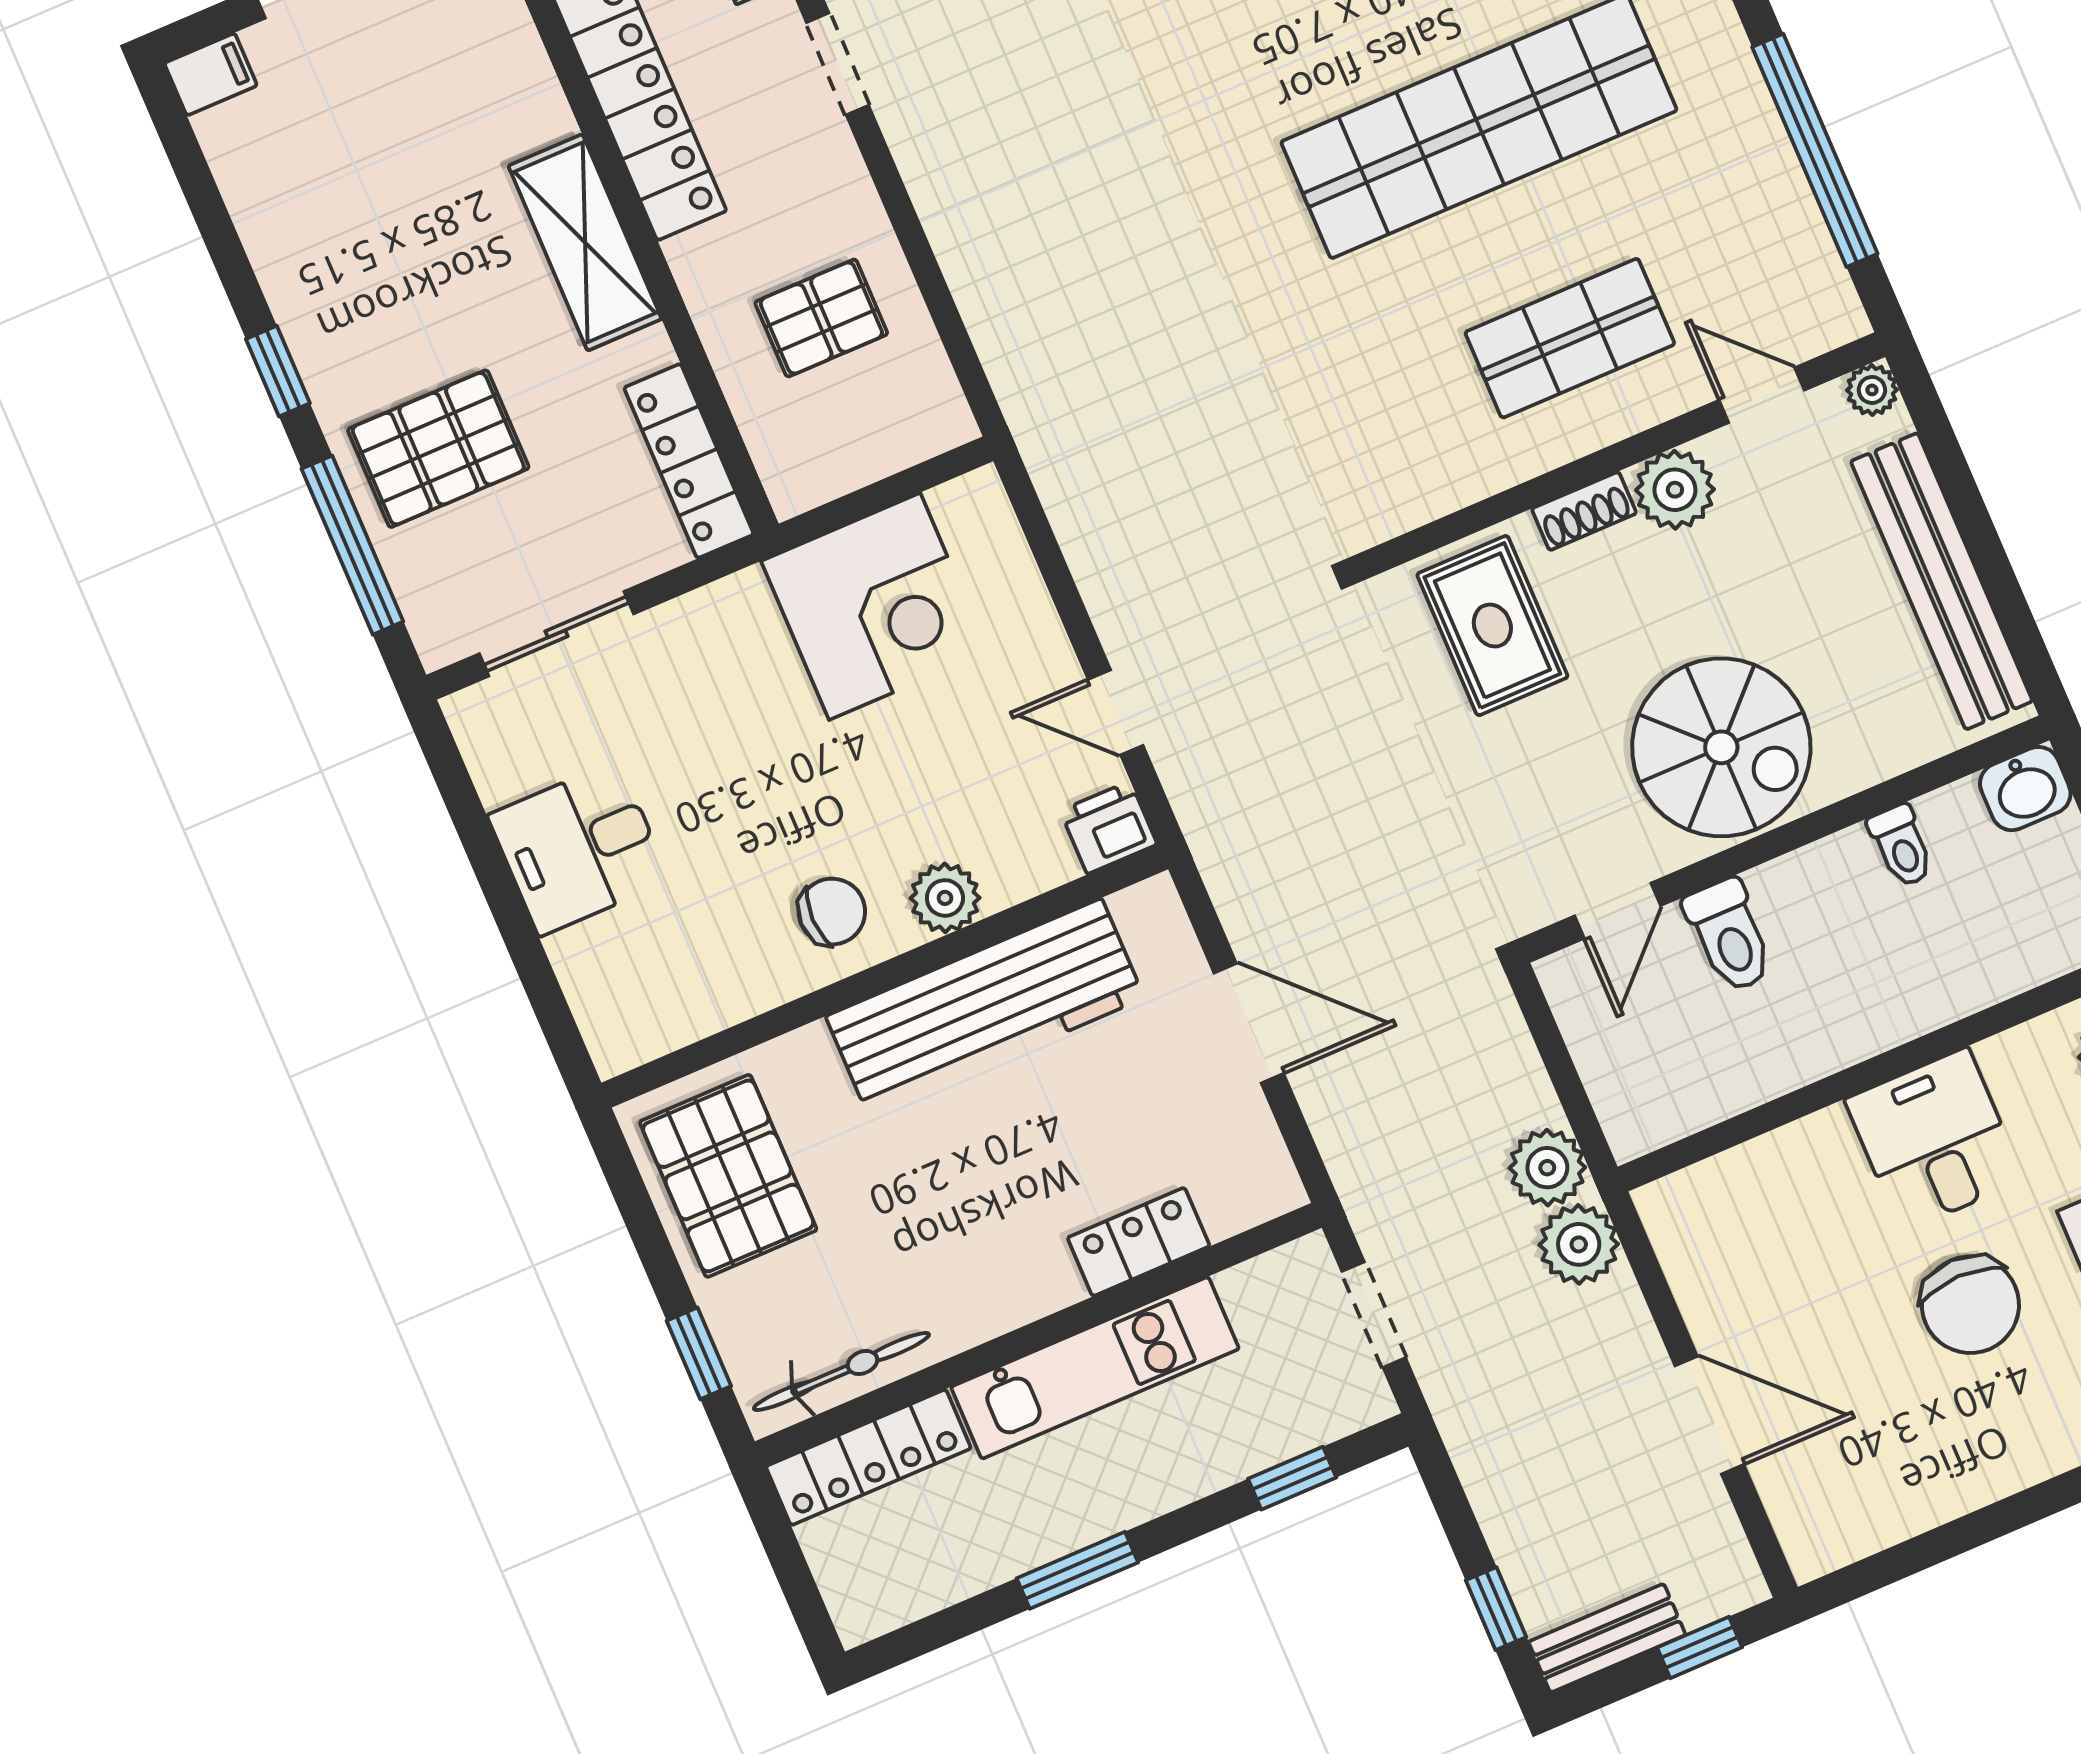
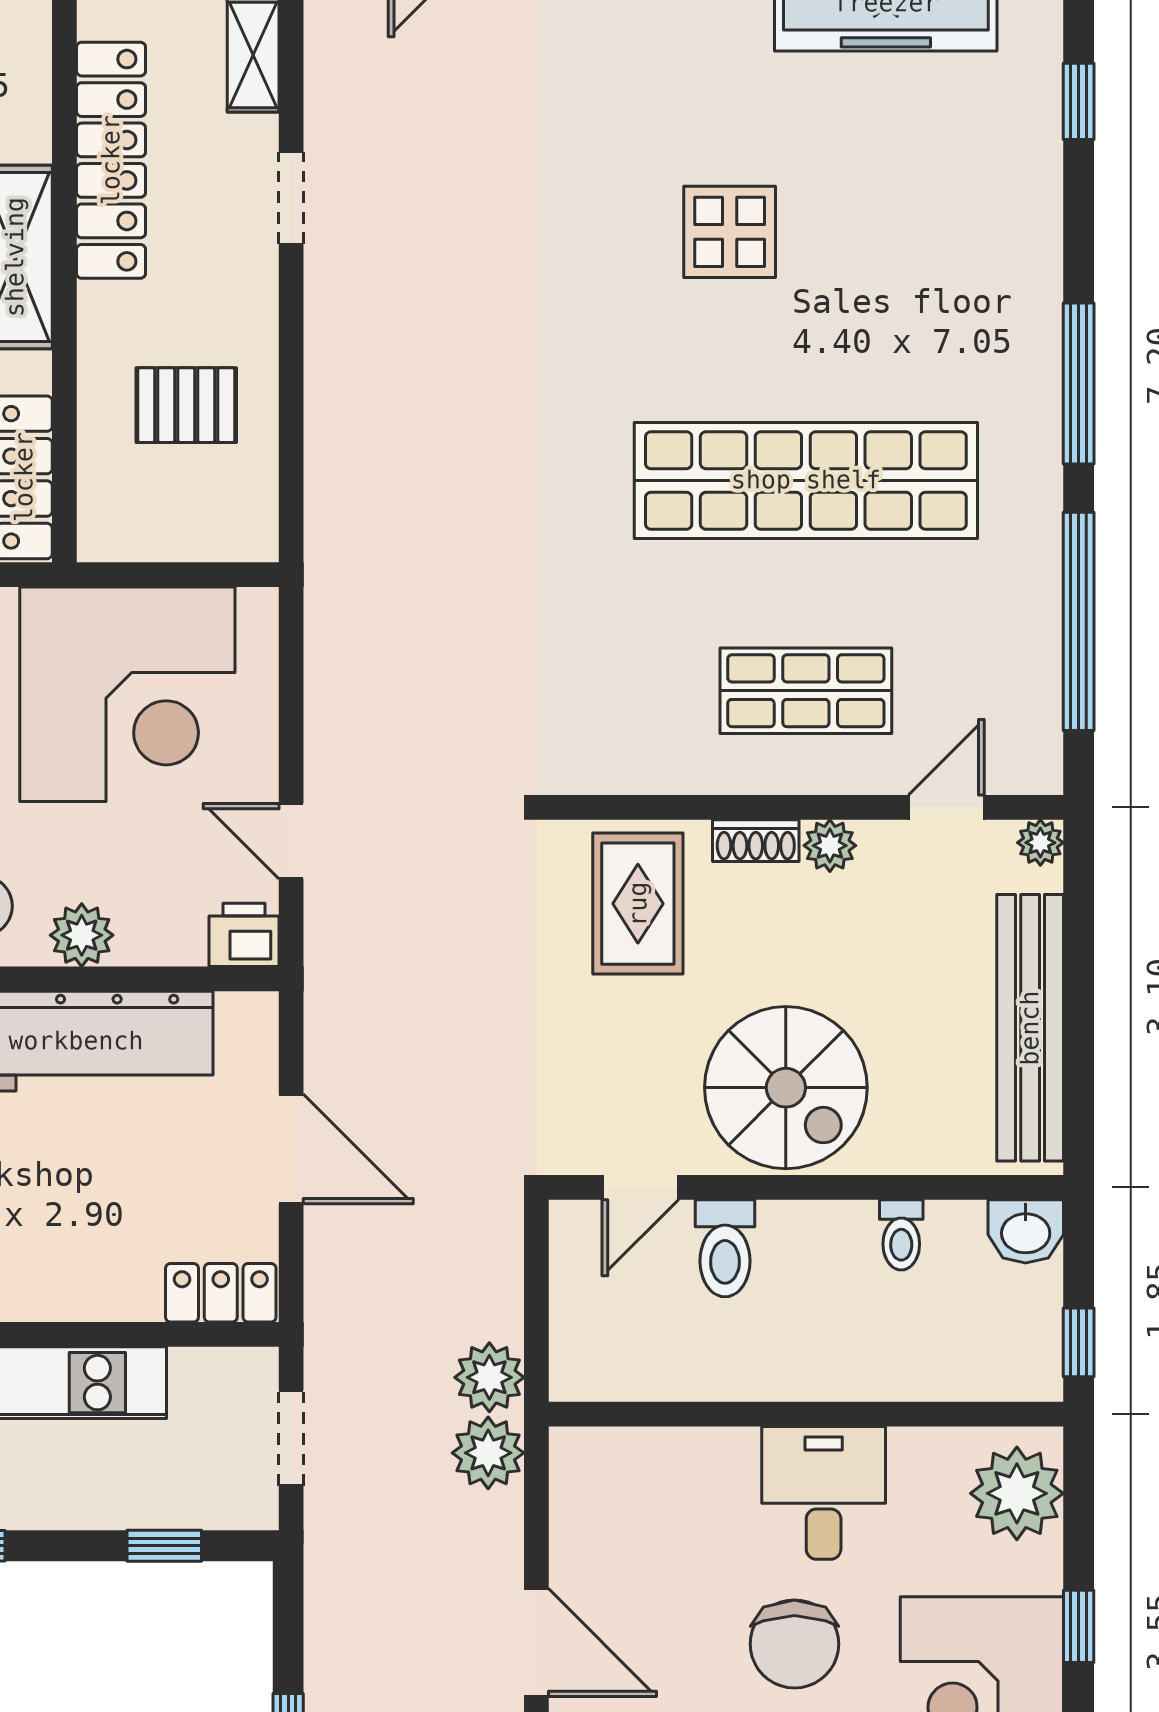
door: (1762, 395) -> (946, 807), hinge flipped
plant: (1675, 490) -> (830, 846), width x0.73, depth x0.73
corner desk: (875, 606) -> (127, 694), width x1.36, depth x1.36
locker: (1139, 1242) -> (221, 1293), moved

